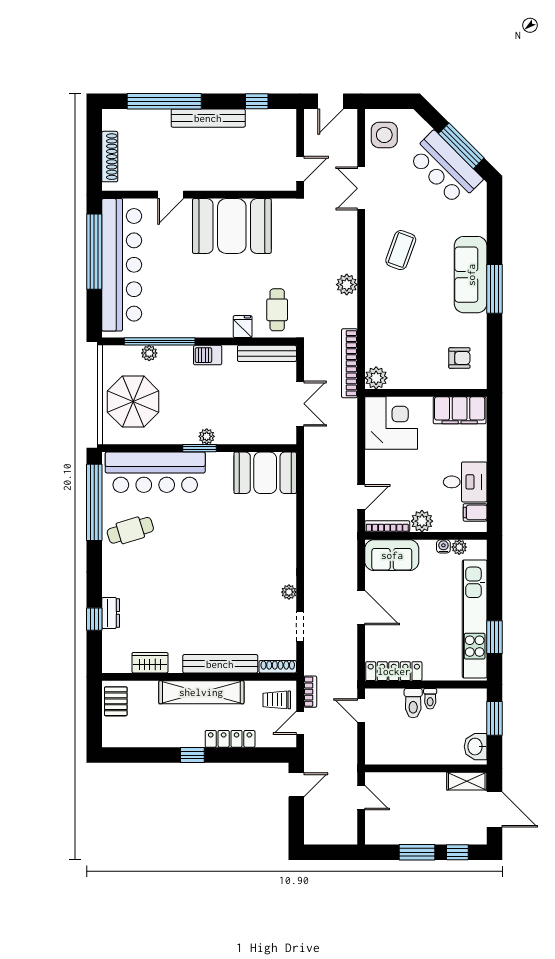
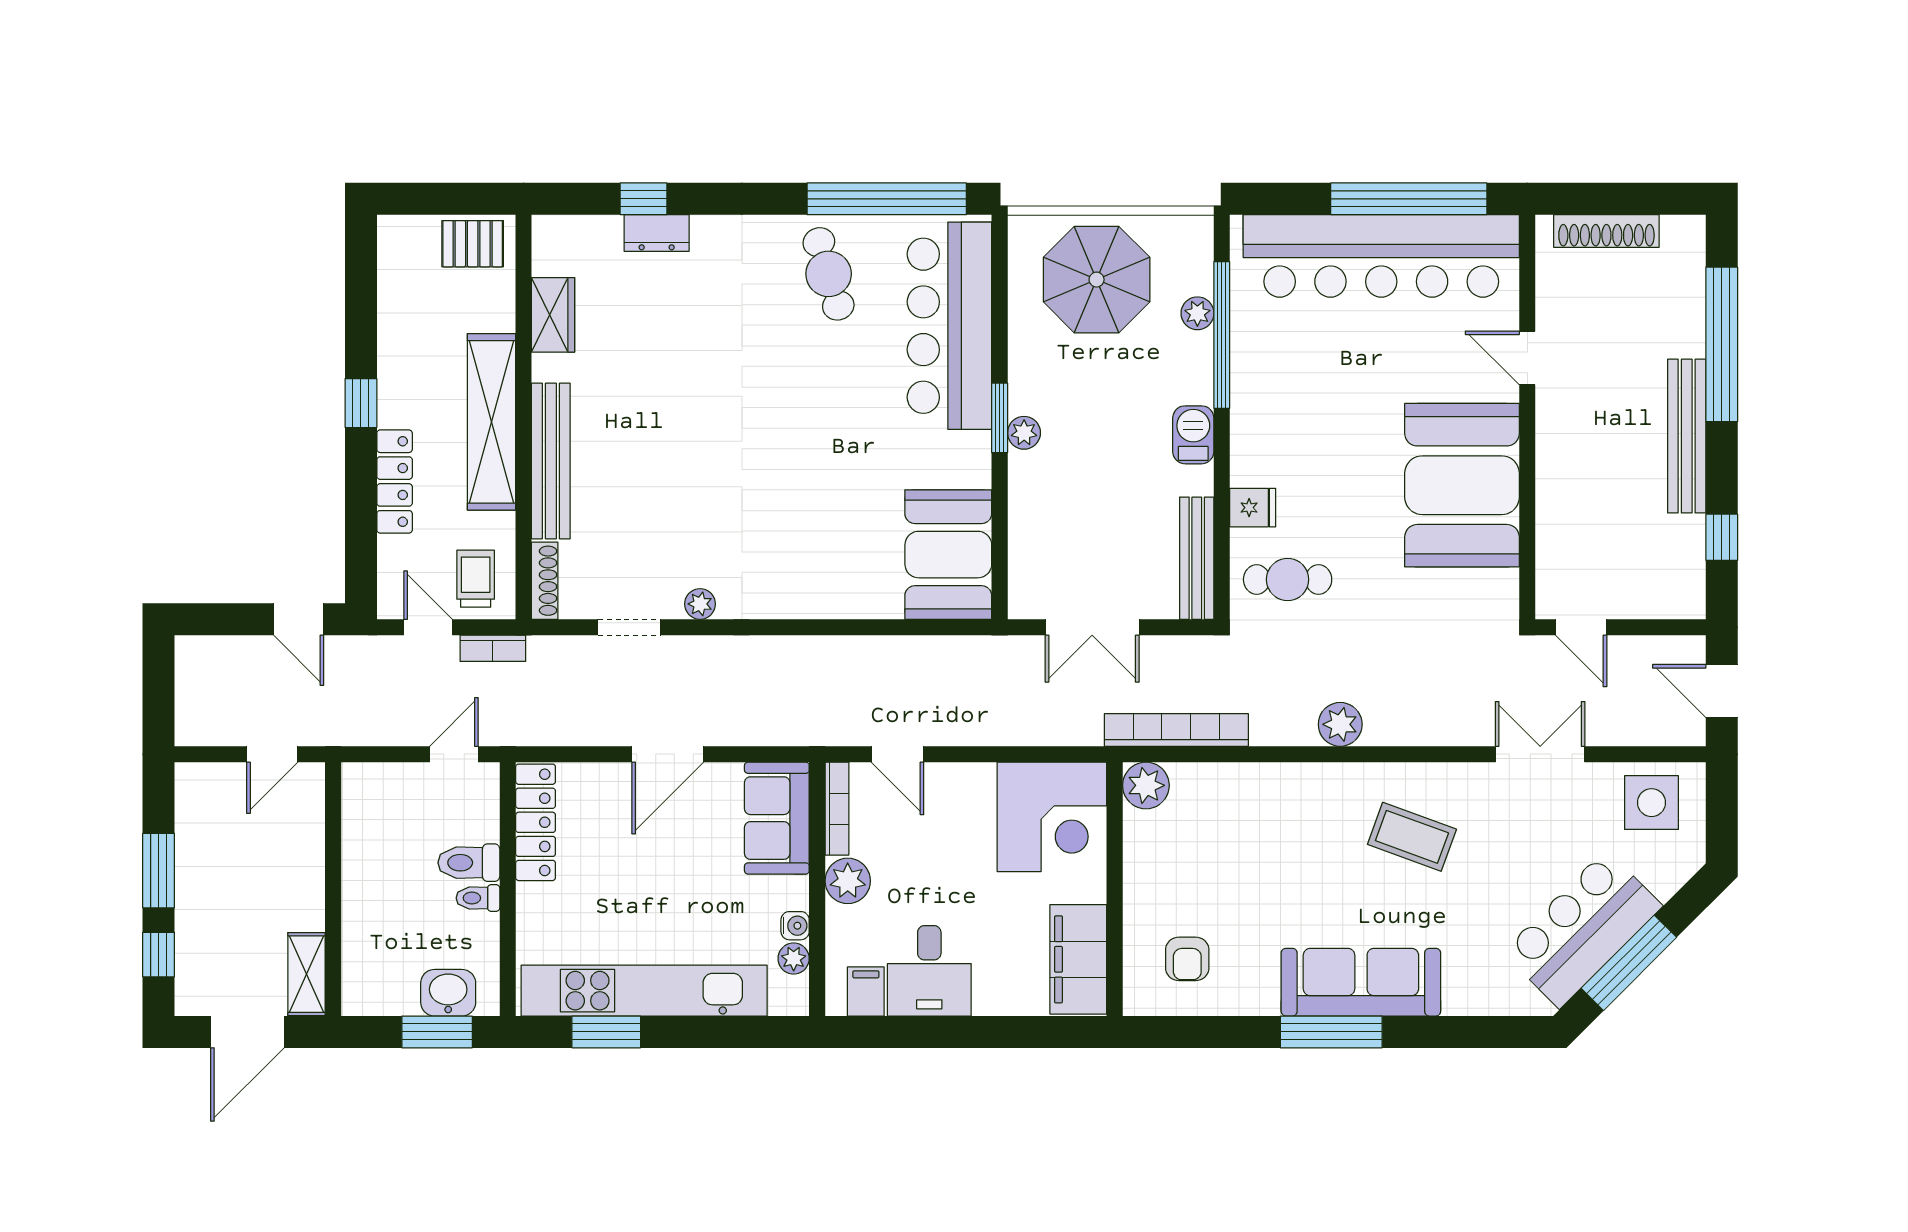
washbasin: (476, 747) -> (448, 993), moved

